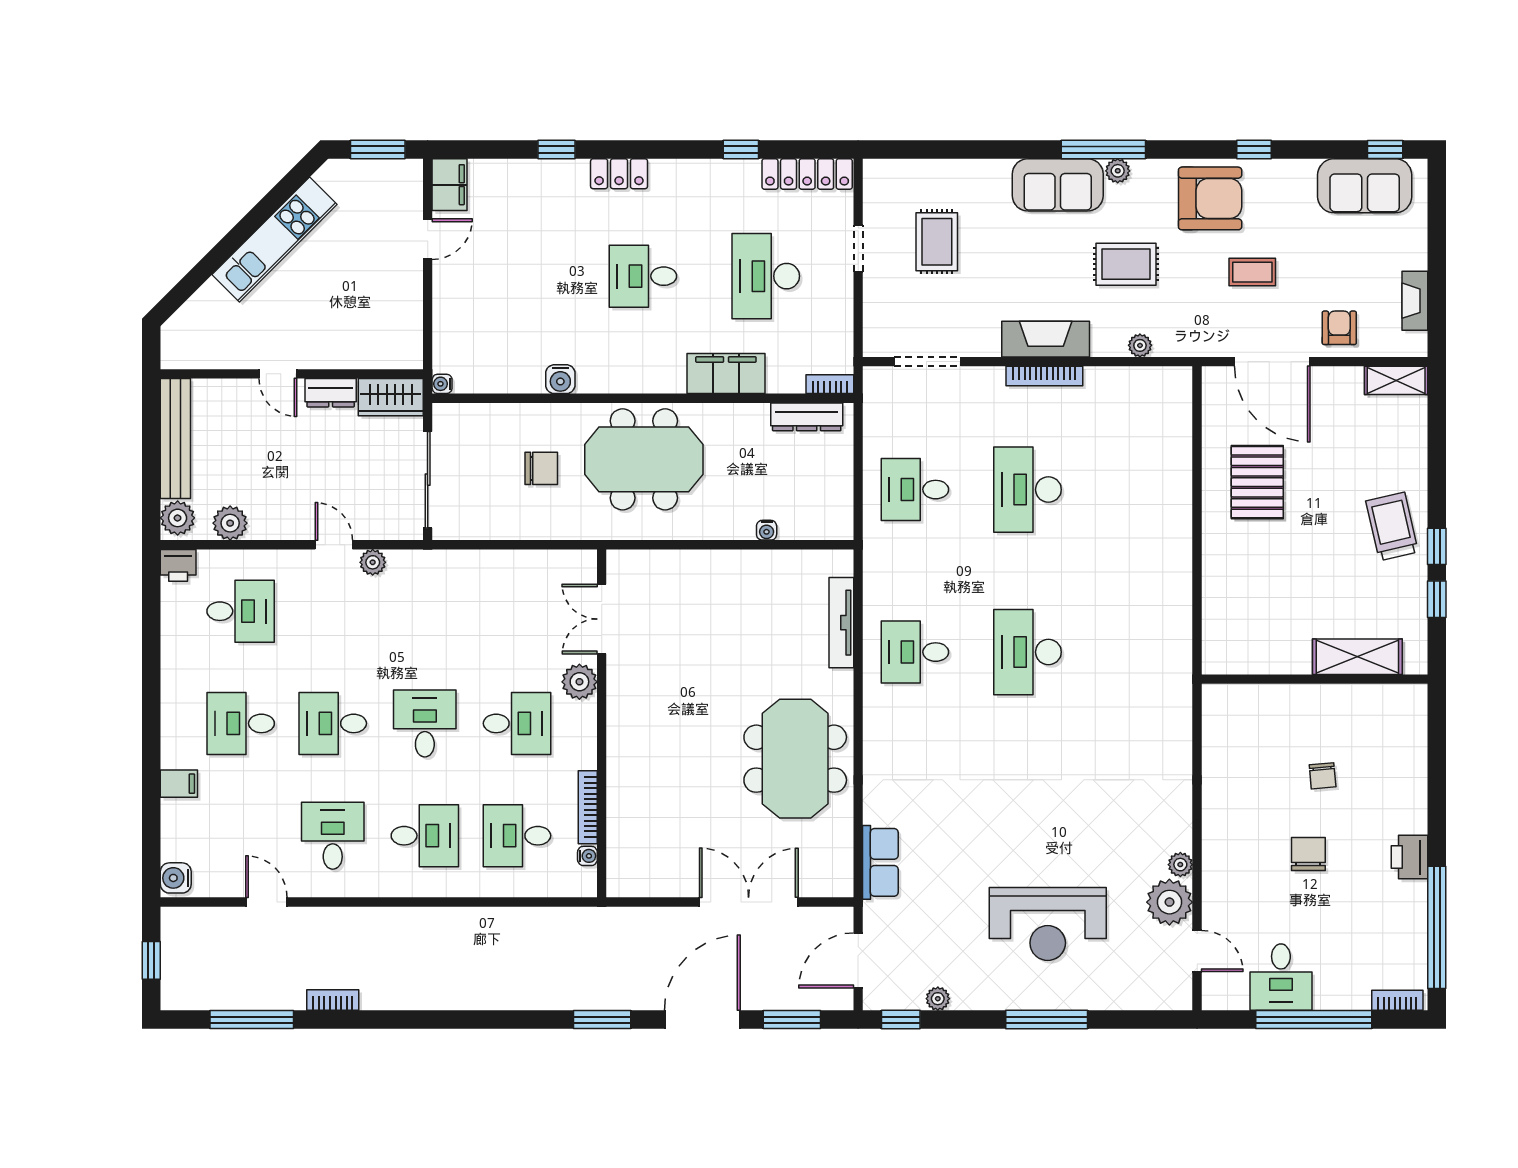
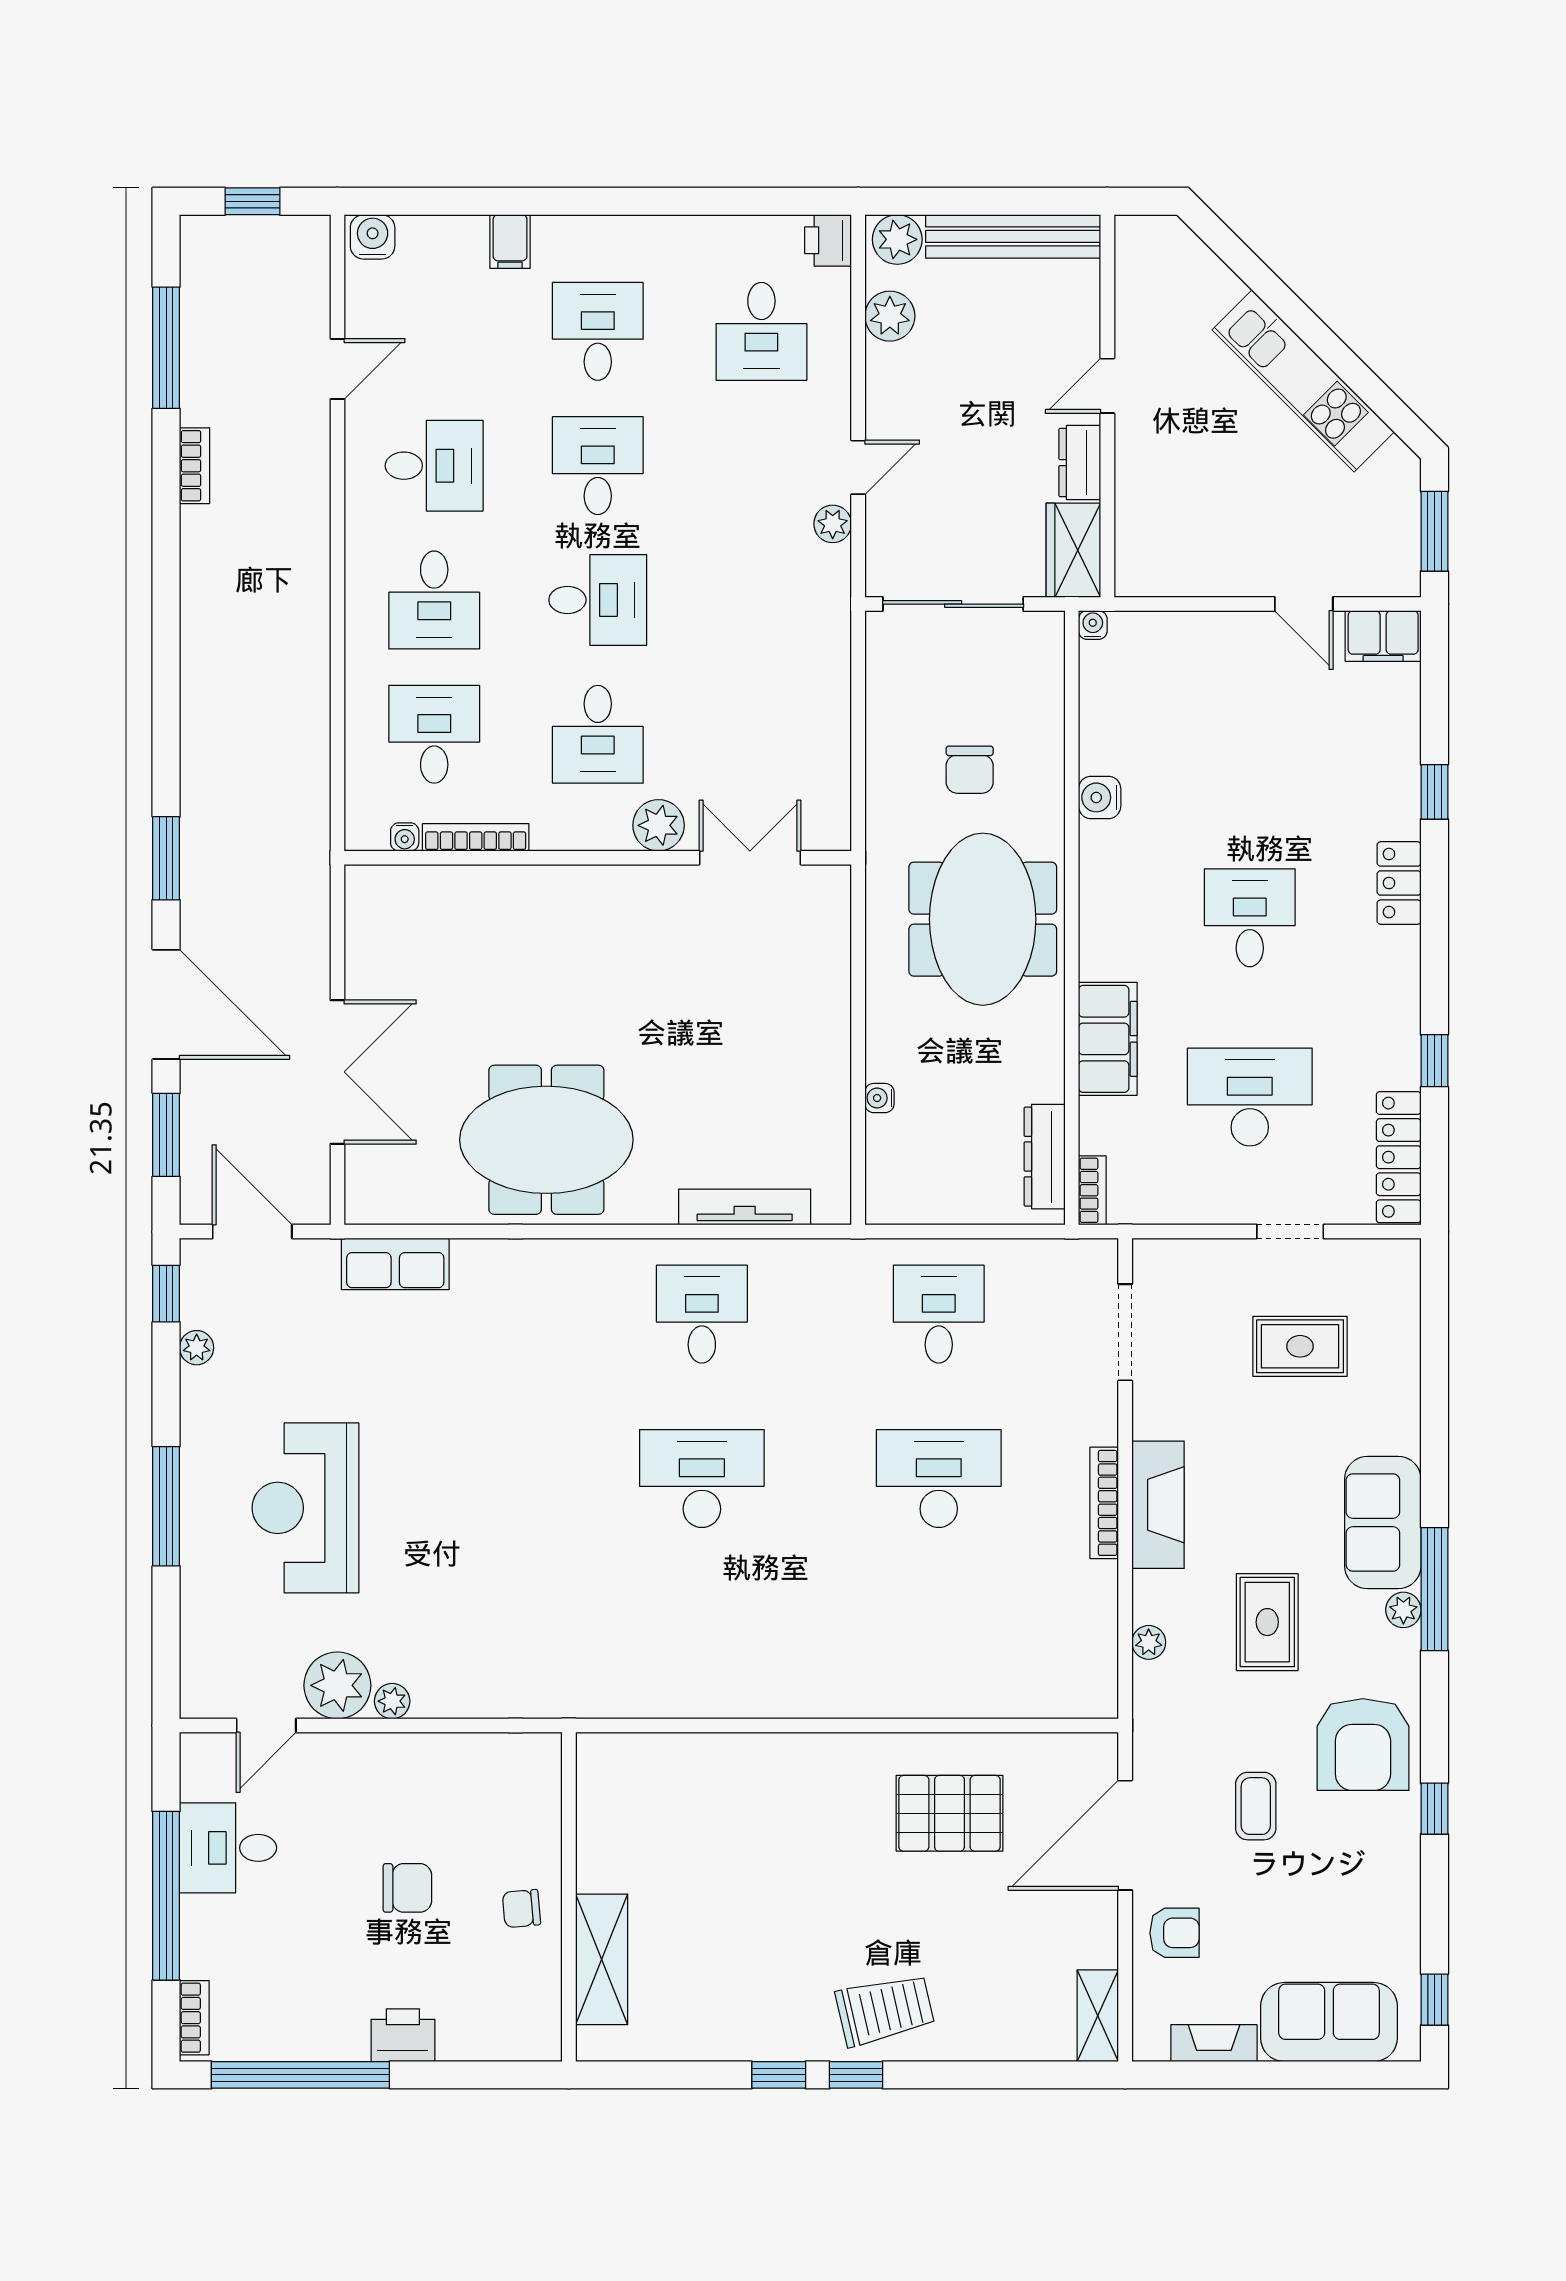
sofa: (1365, 186) -> (1329, 2022), moved, turned 90
shelving: (1357, 657) -> (602, 1959), moved
wall: (1315, 679) -> (569, 1897), moved

